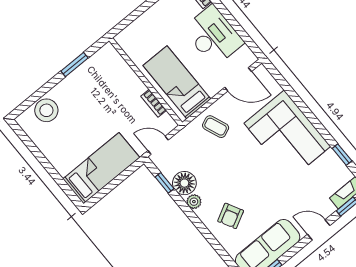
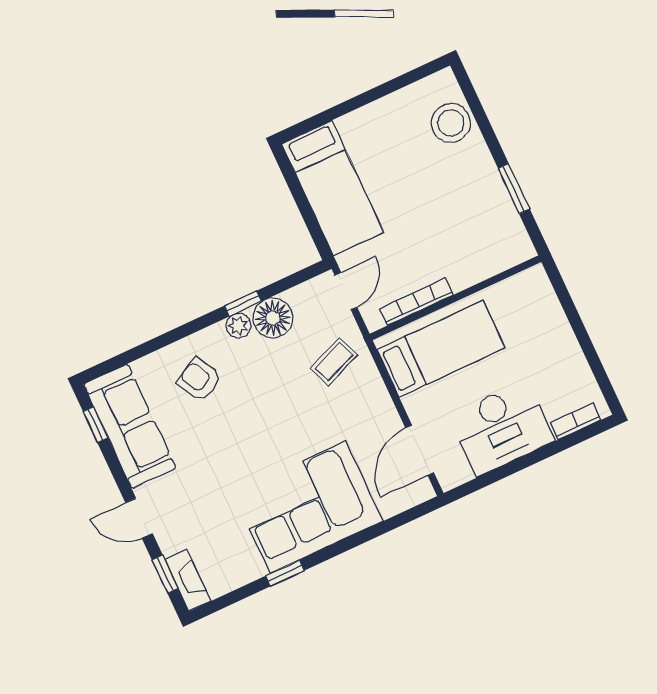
bookcase: (154, 103) -> (416, 302), width x1.56
coffee table: (216, 127) -> (334, 362), moved
window: (342, 155) -> (285, 573), moved
window: (165, 183) -> (243, 304), moved
door: (319, 230) -> (139, 518), swing flipped

